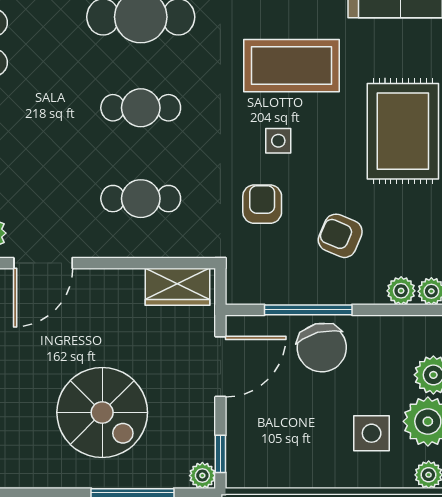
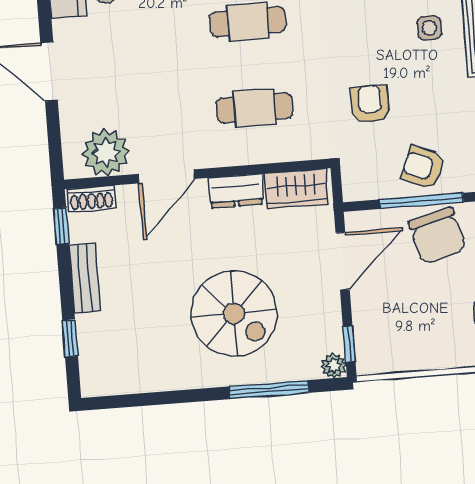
side table: (278, 141) -> (429, 28), moved
armchair: (340, 236) -> (423, 167), moved
dresser: (114, 284) -> (236, 191), added

